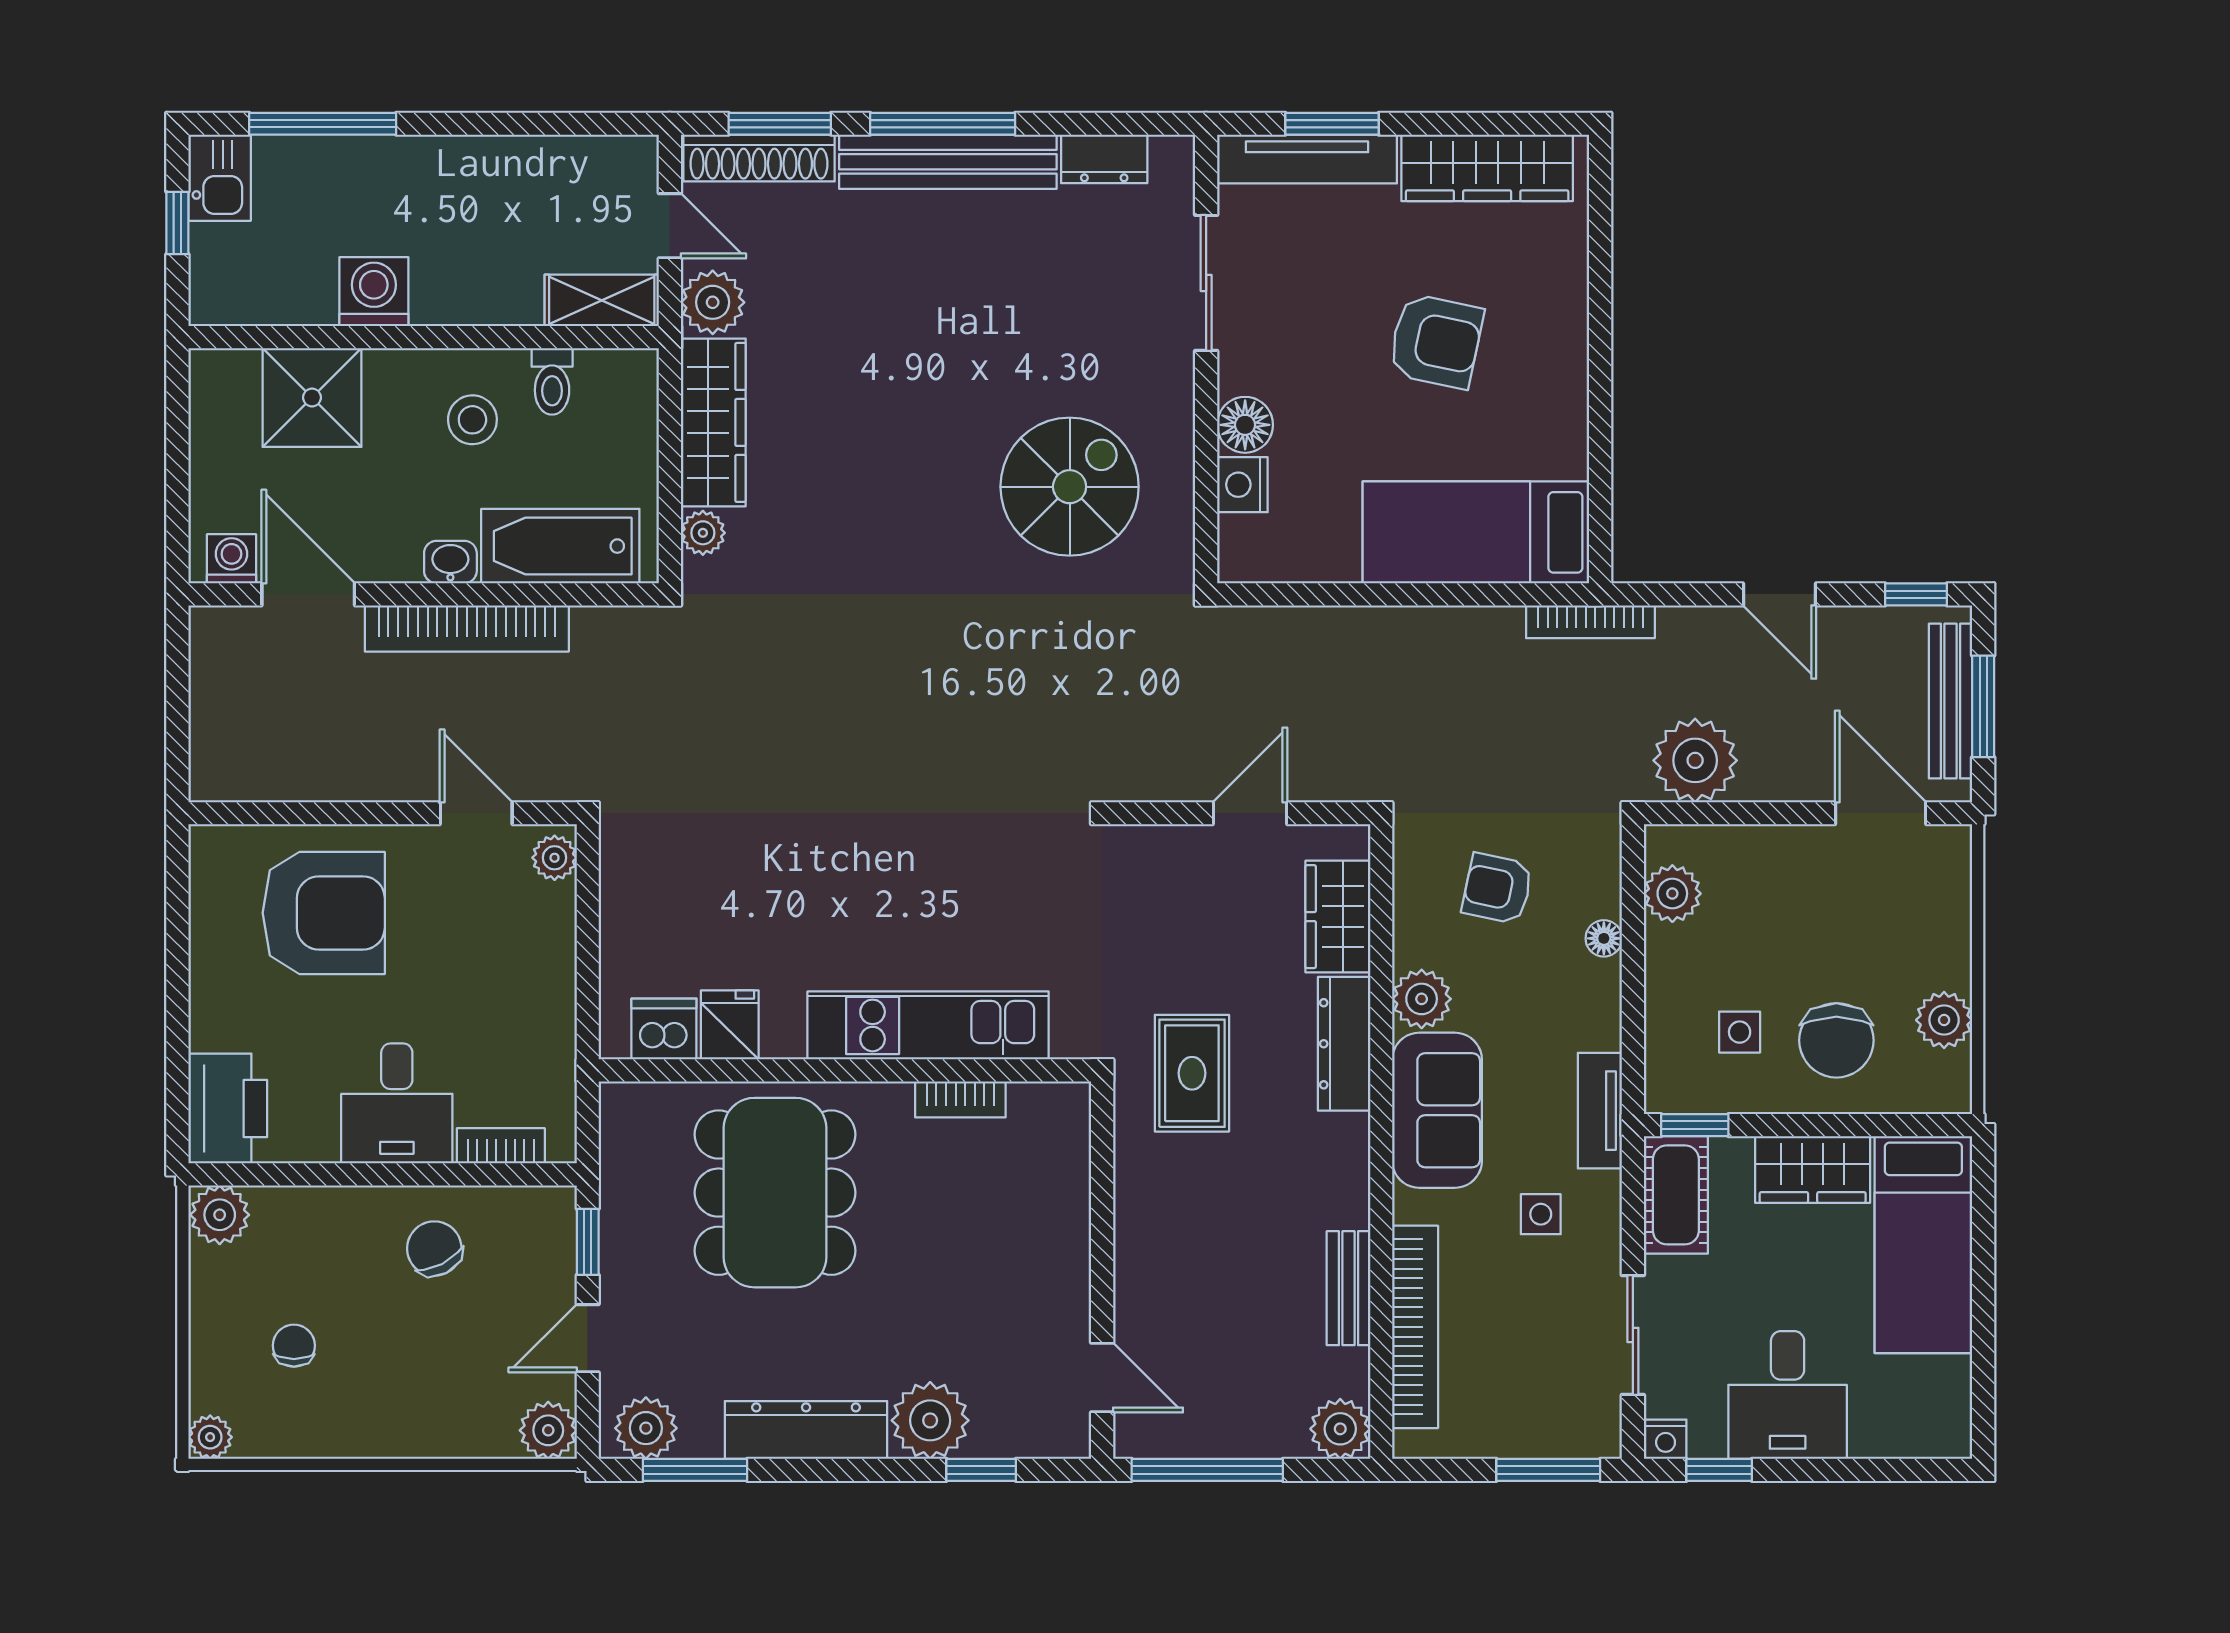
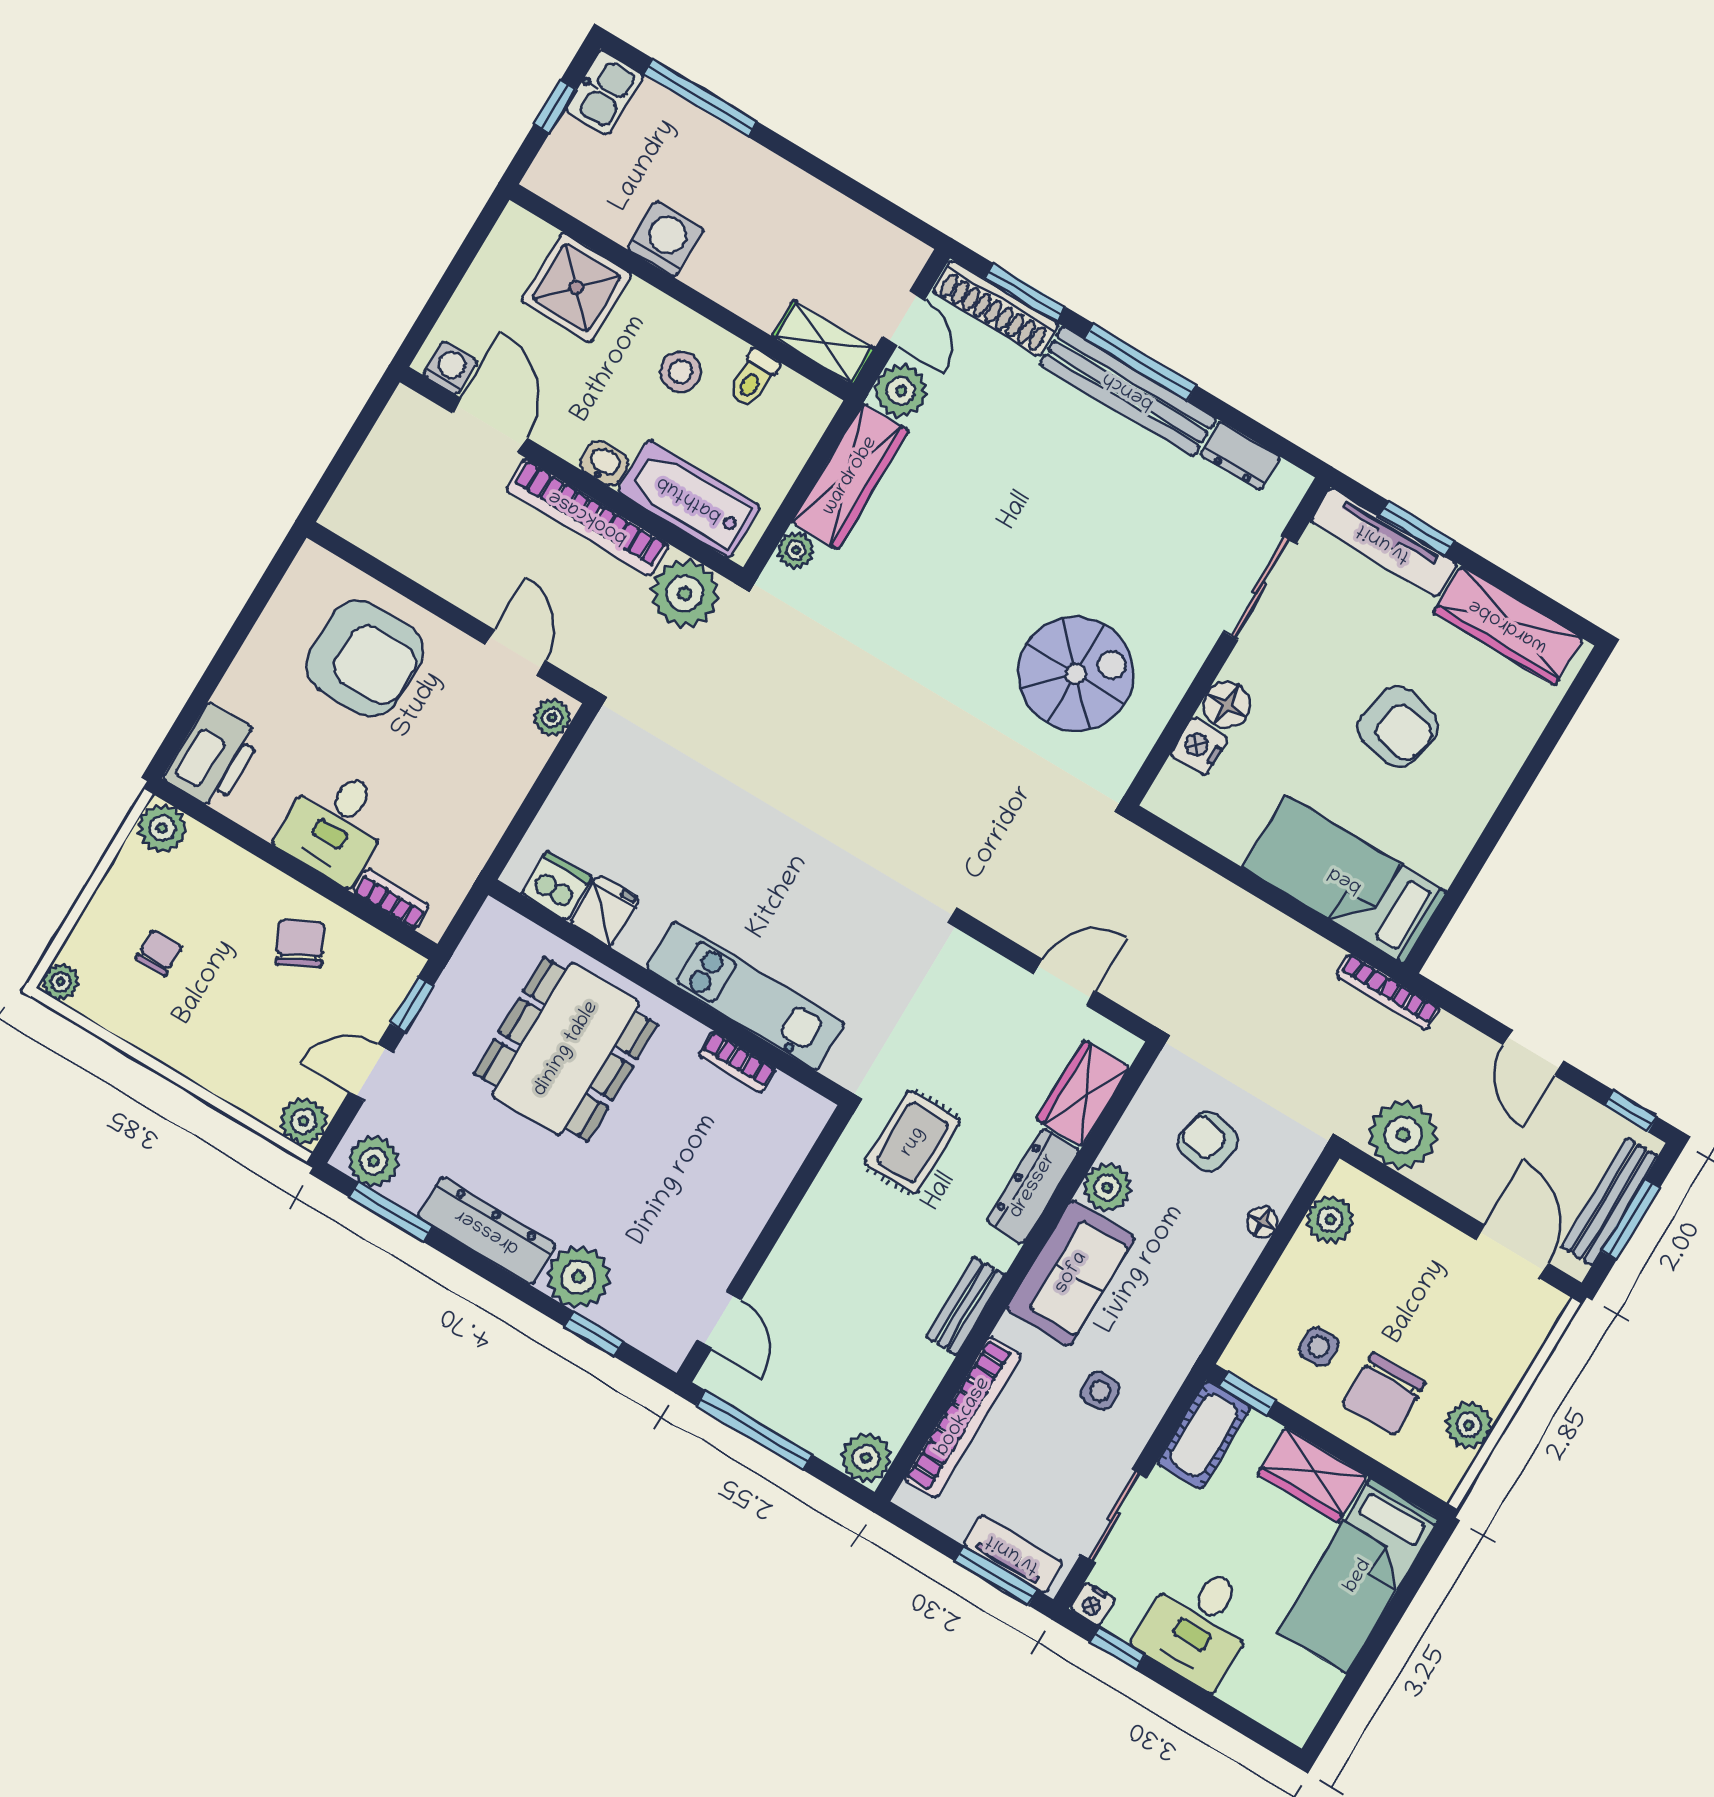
plant: (615, 647) -> (685, 593), added
tv unit: (1600, 1111) -> (1013, 1554), moved, turned 90
bench: (1348, 1288) -> (965, 1306), moved

